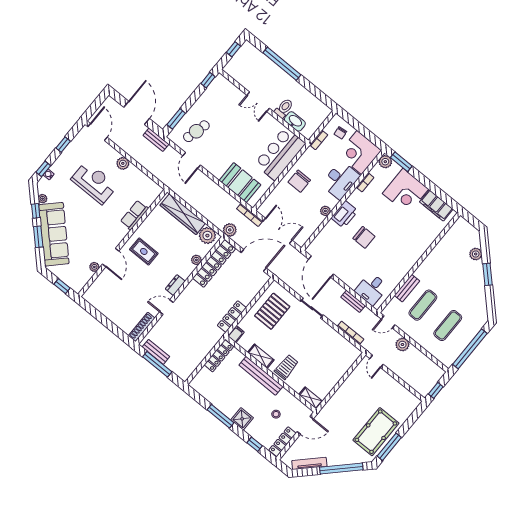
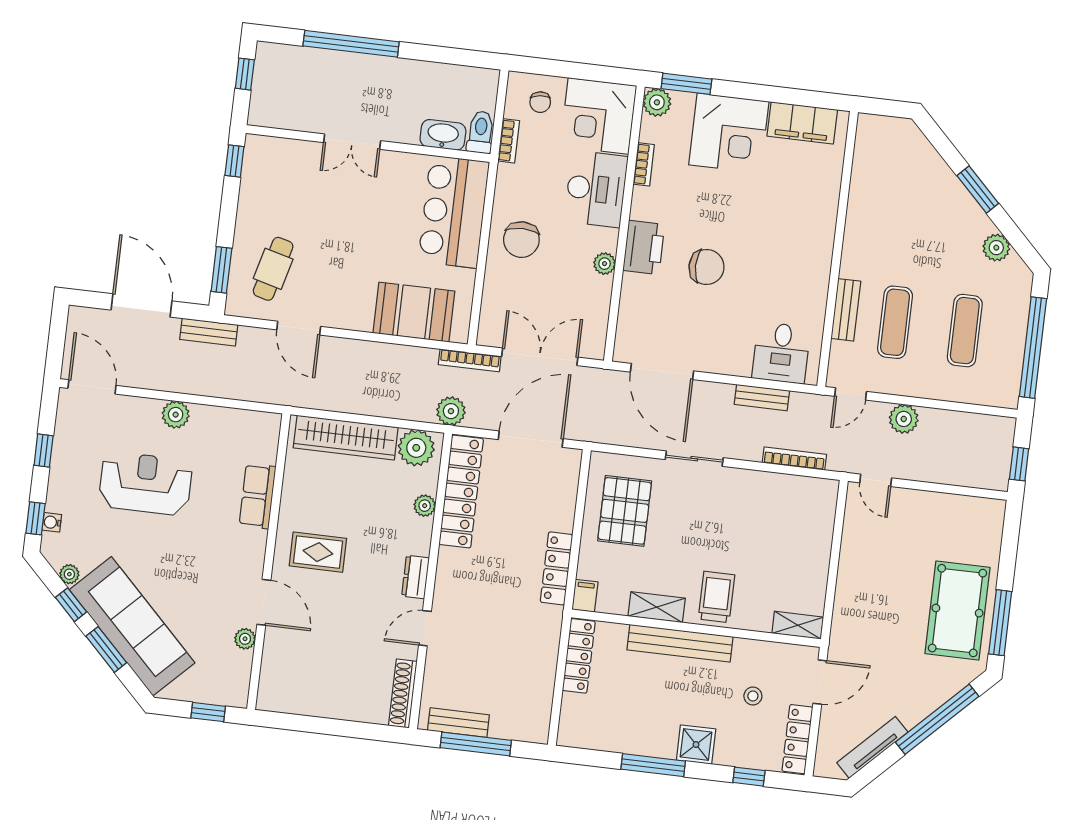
toilet: (284, 108) -> (481, 132), moved
plant: (476, 254) -> (996, 248), moved

